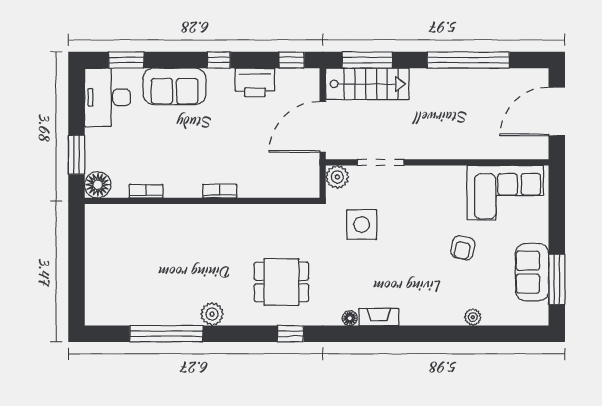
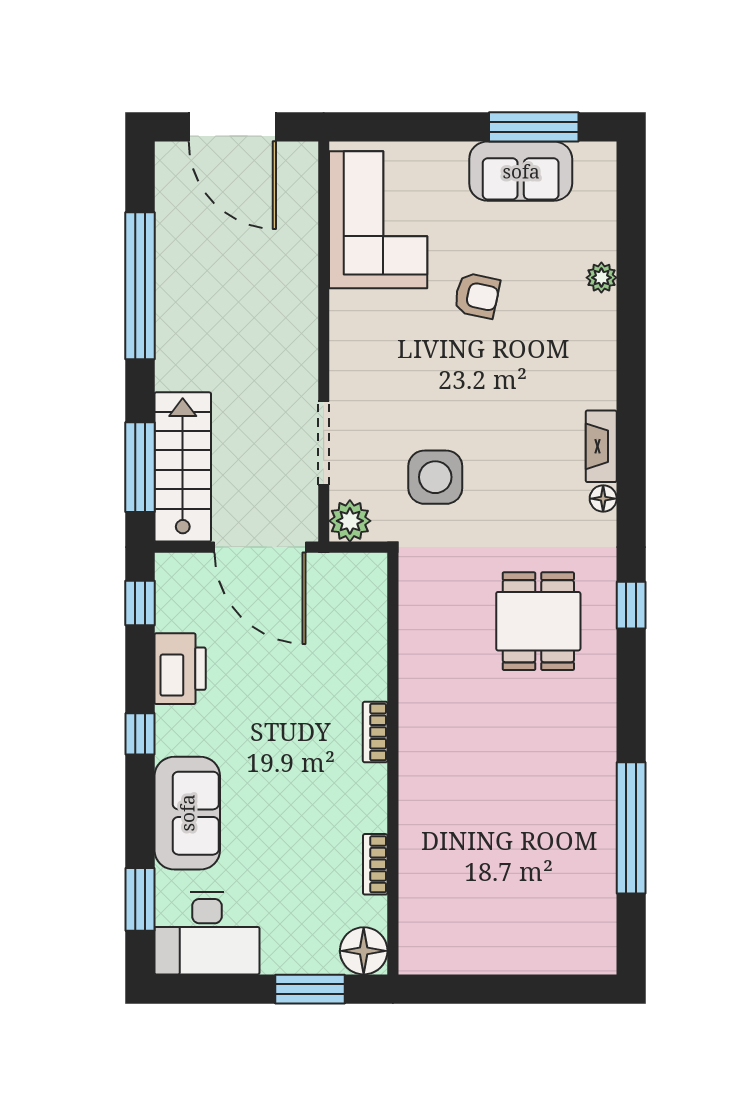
plant: (212, 314) -> (596, 746), removed

